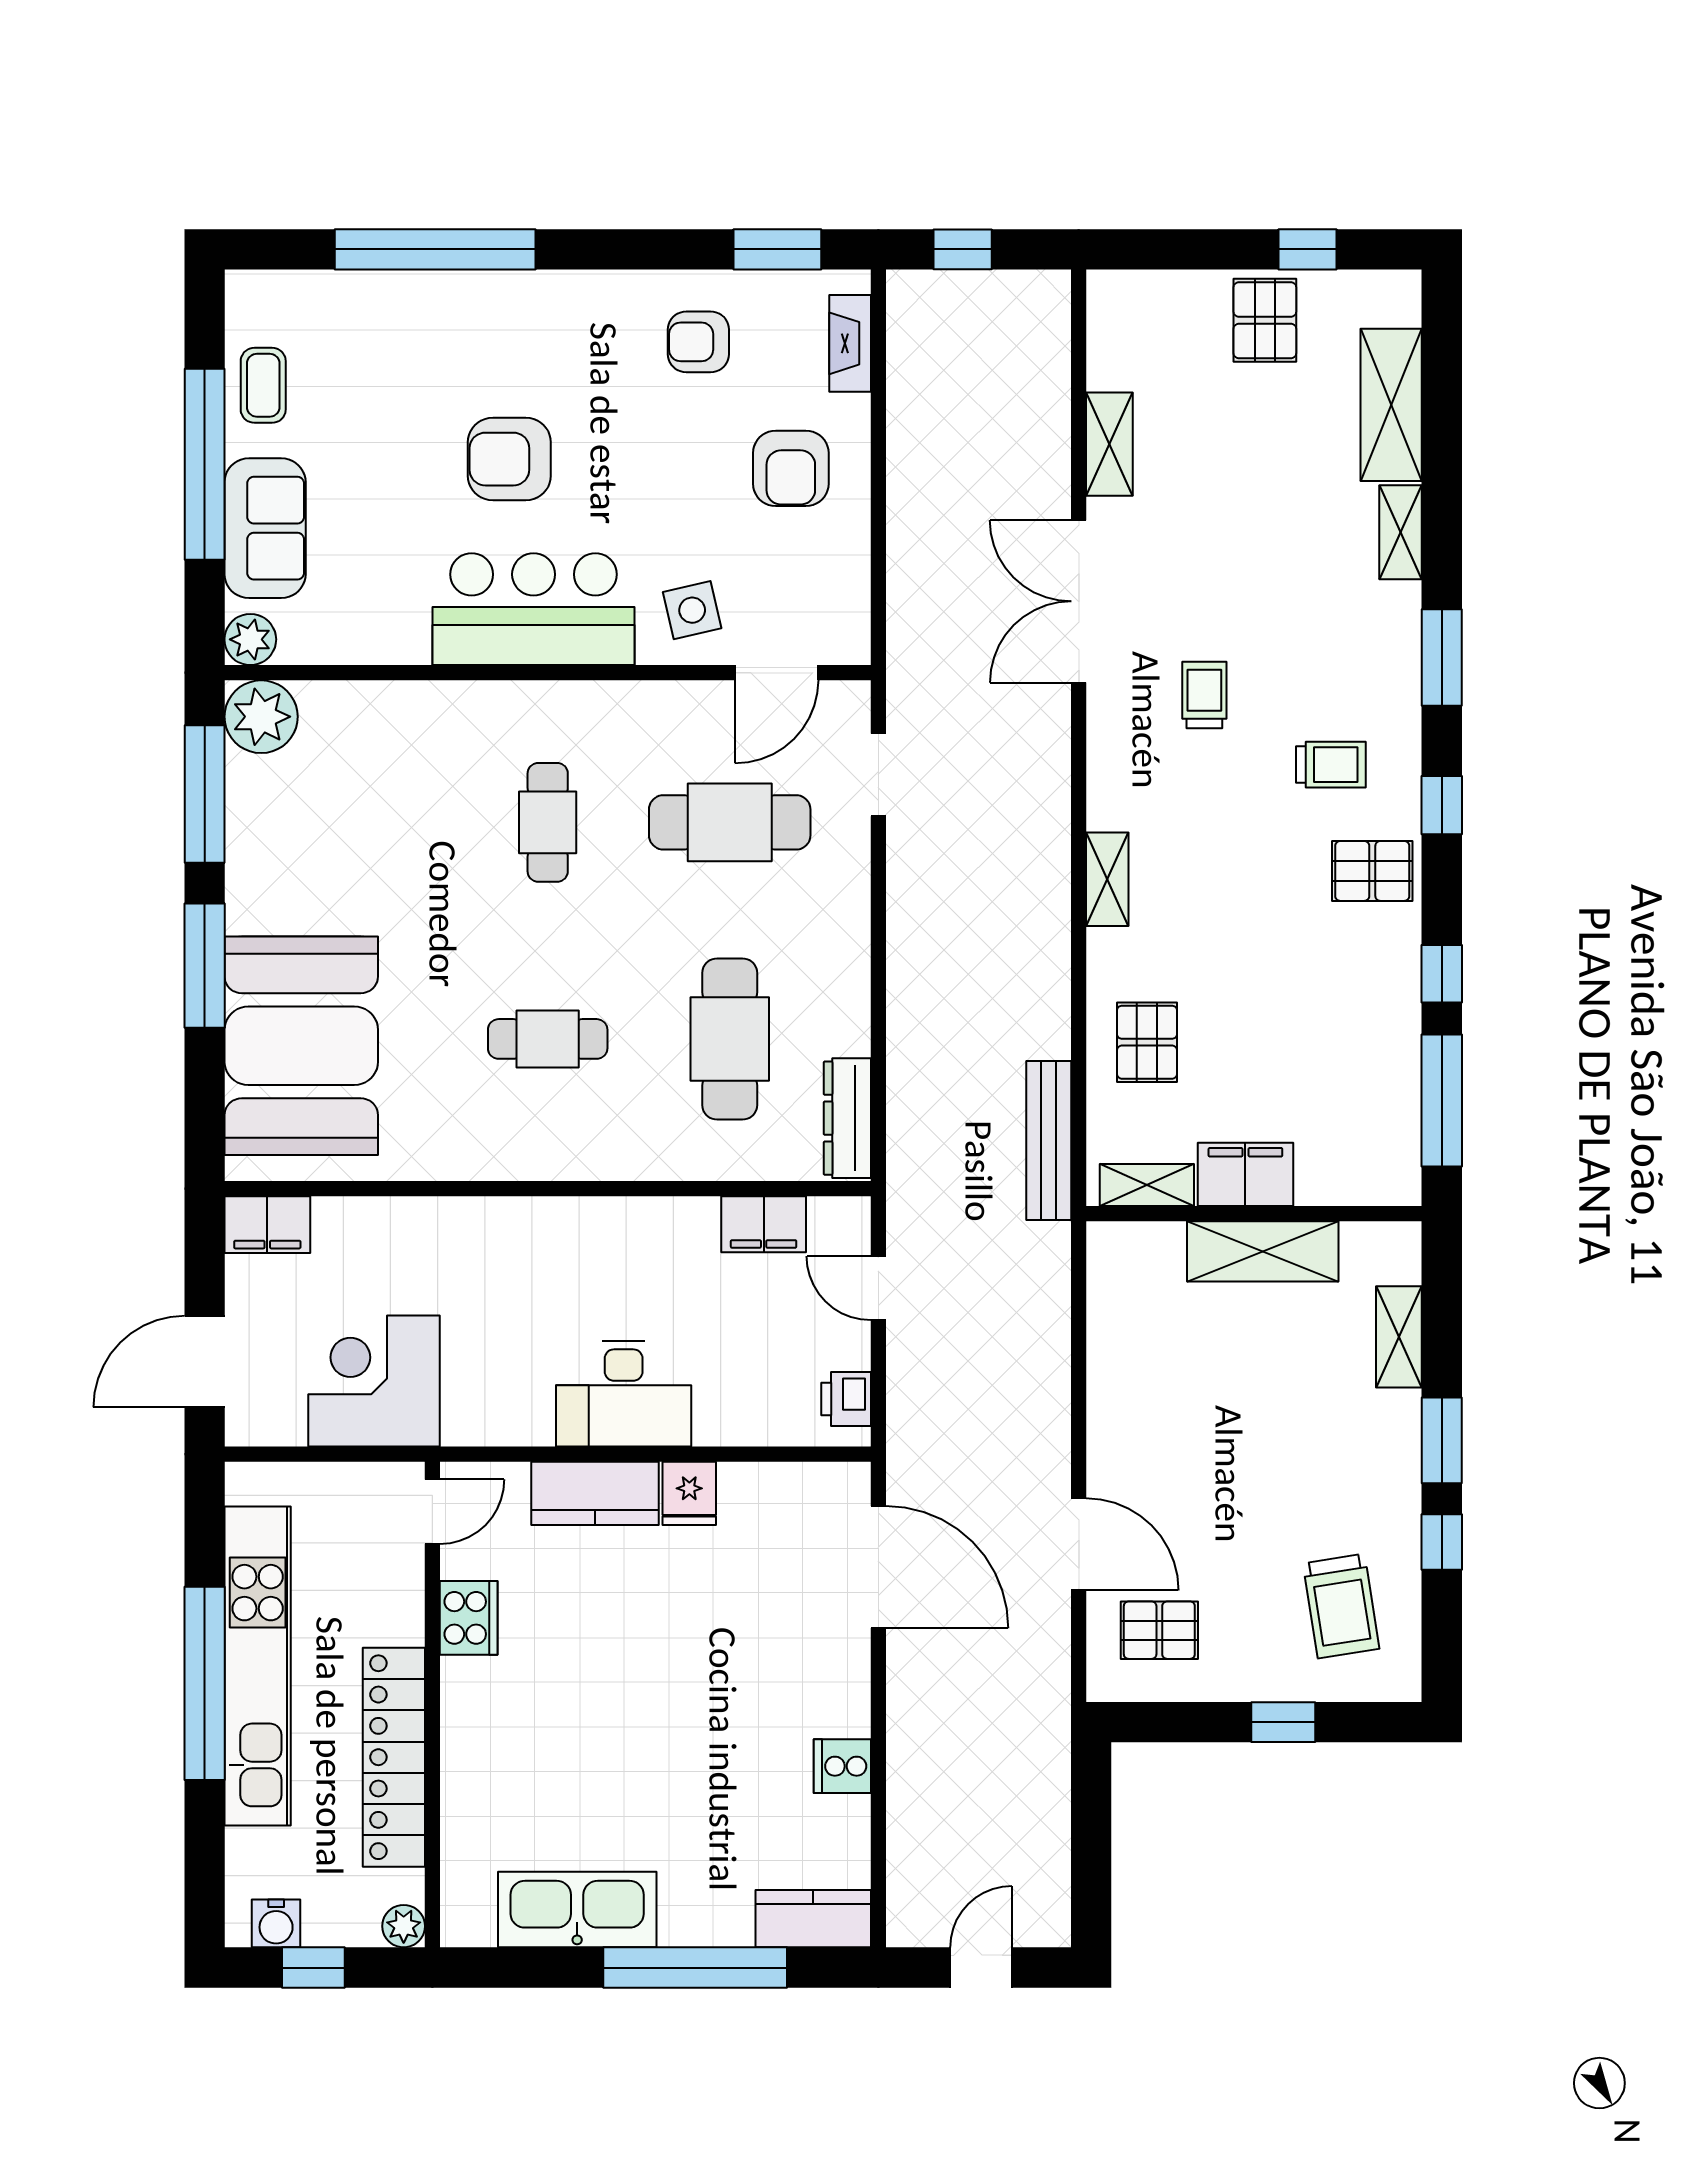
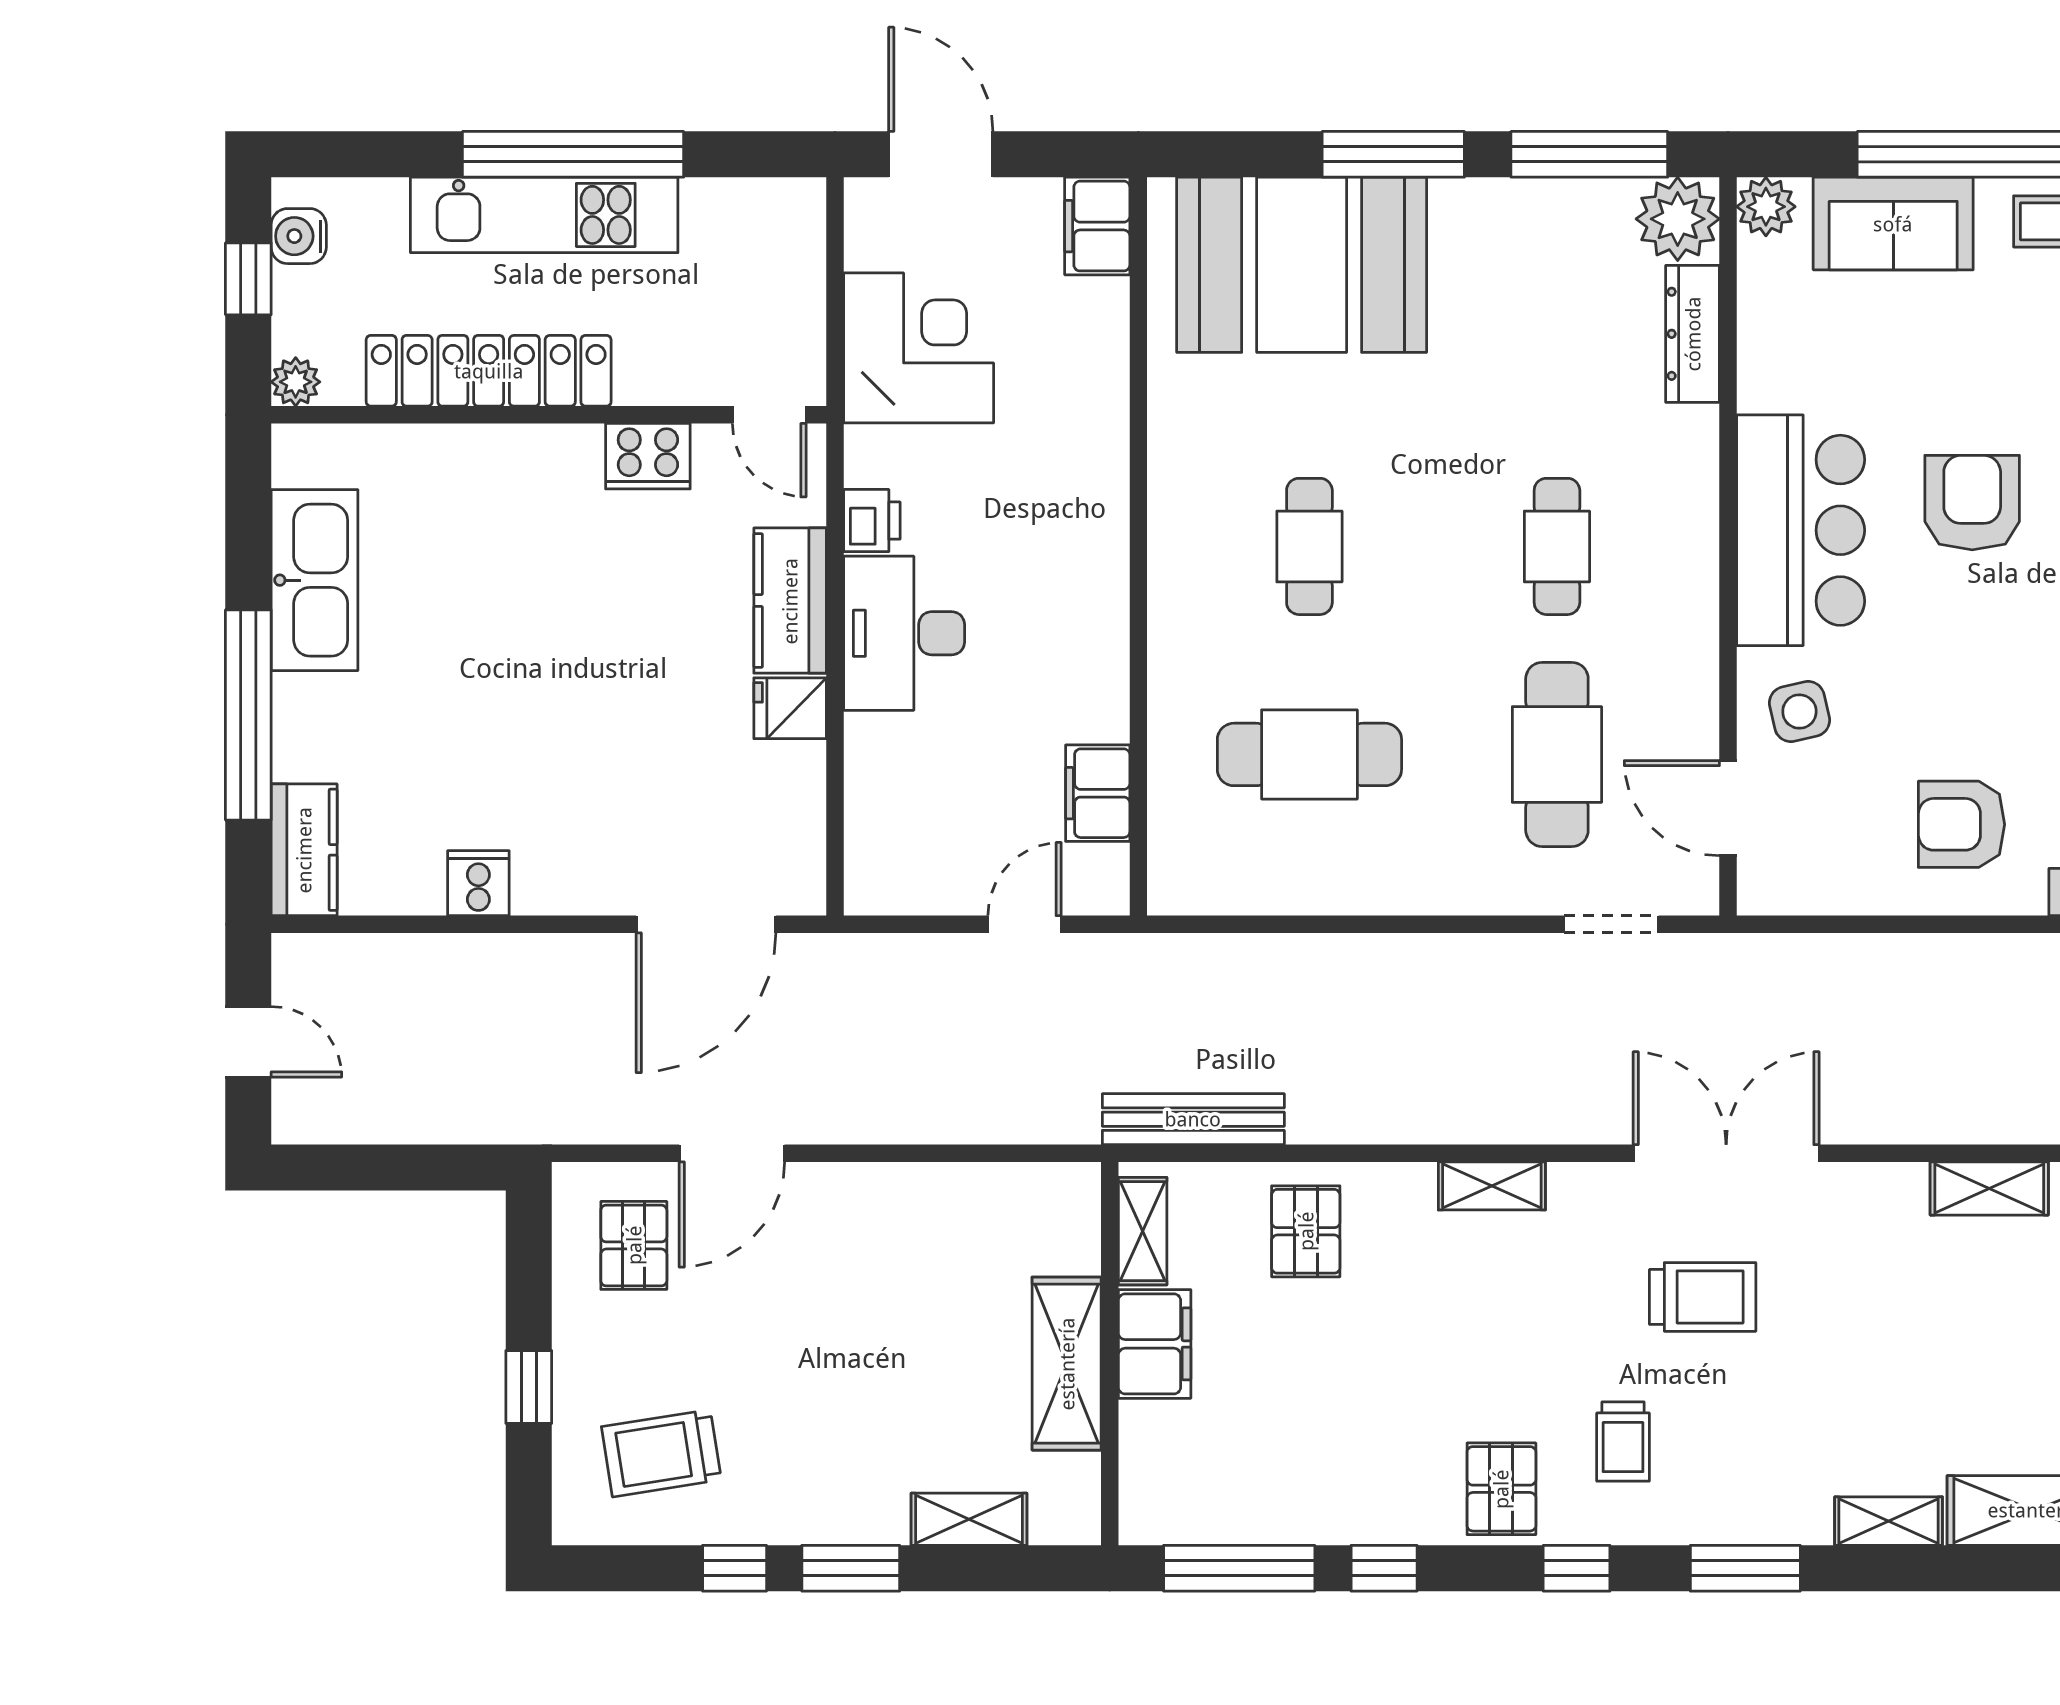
double door: (1079, 601) -> (1726, 1153), moved
trolley: (1204, 695) -> (1703, 1297), width x1.36, depth x1.39
cafe table: (548, 822) -> (1557, 546), turned 90
pallet: (1147, 1042) -> (1306, 1231), turned 90
dresser: (847, 1118) -> (1693, 334), moved, turned -90
printer: (846, 1399) -> (872, 521), moved, turned 90
kitchen unit: (258, 1666) -> (544, 215), width x0.73

